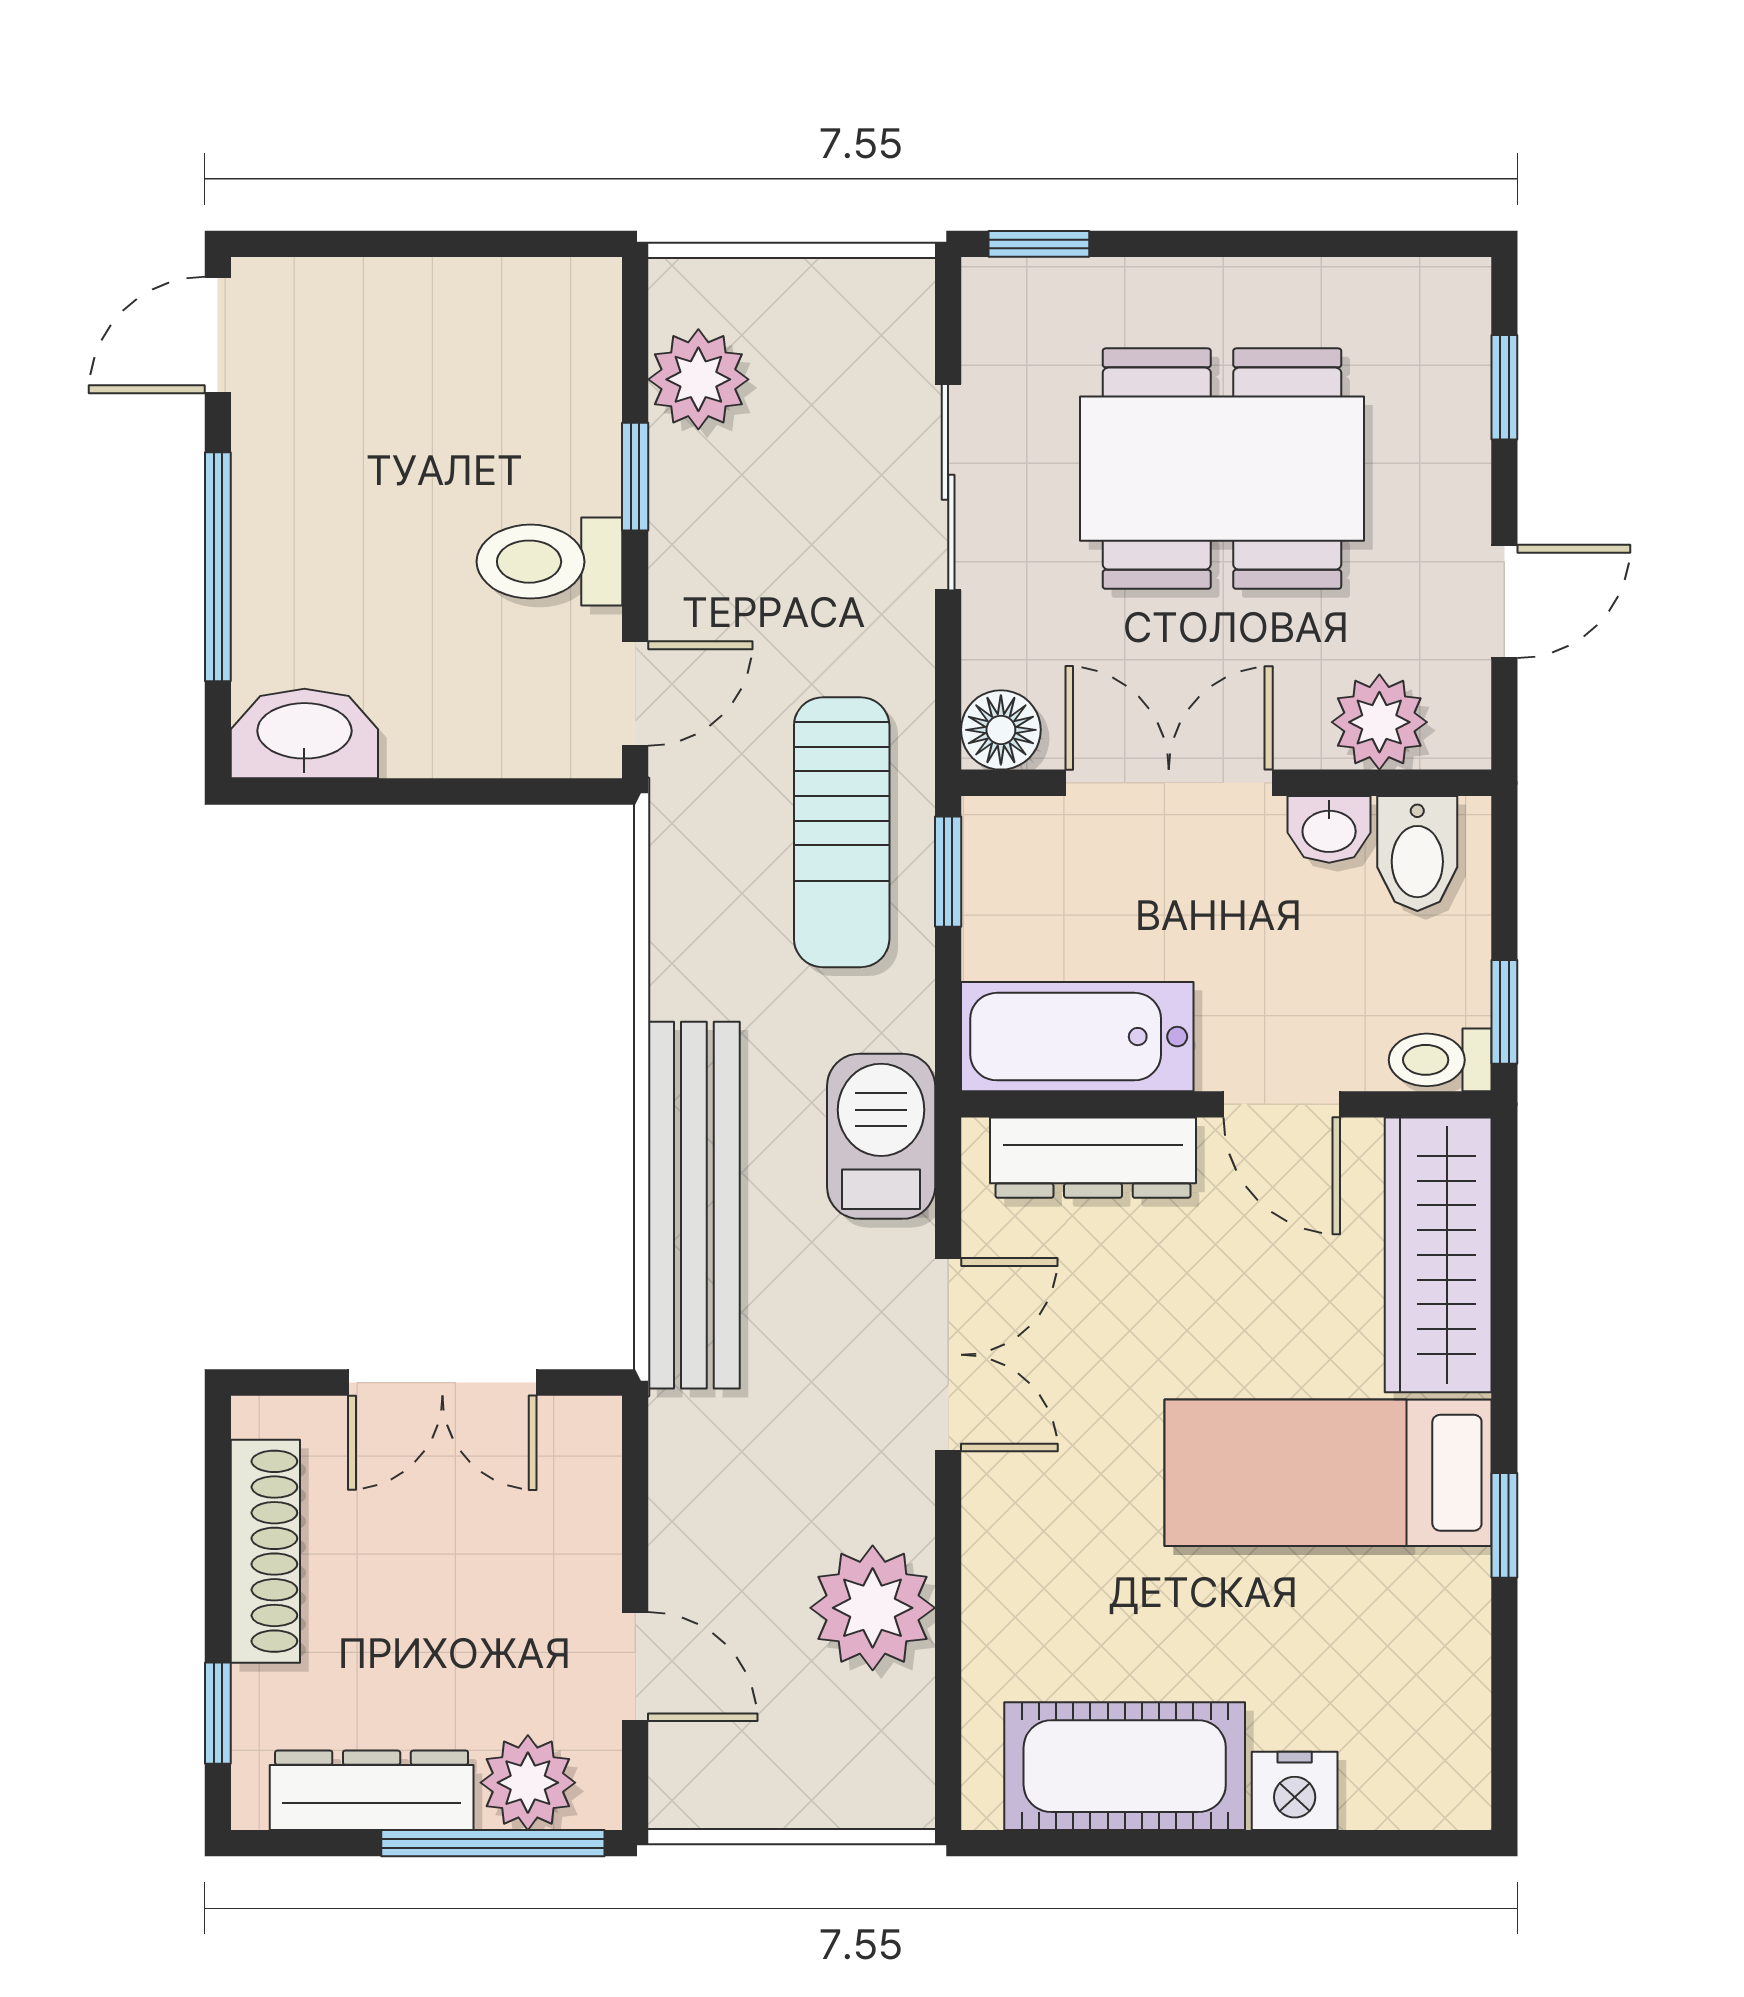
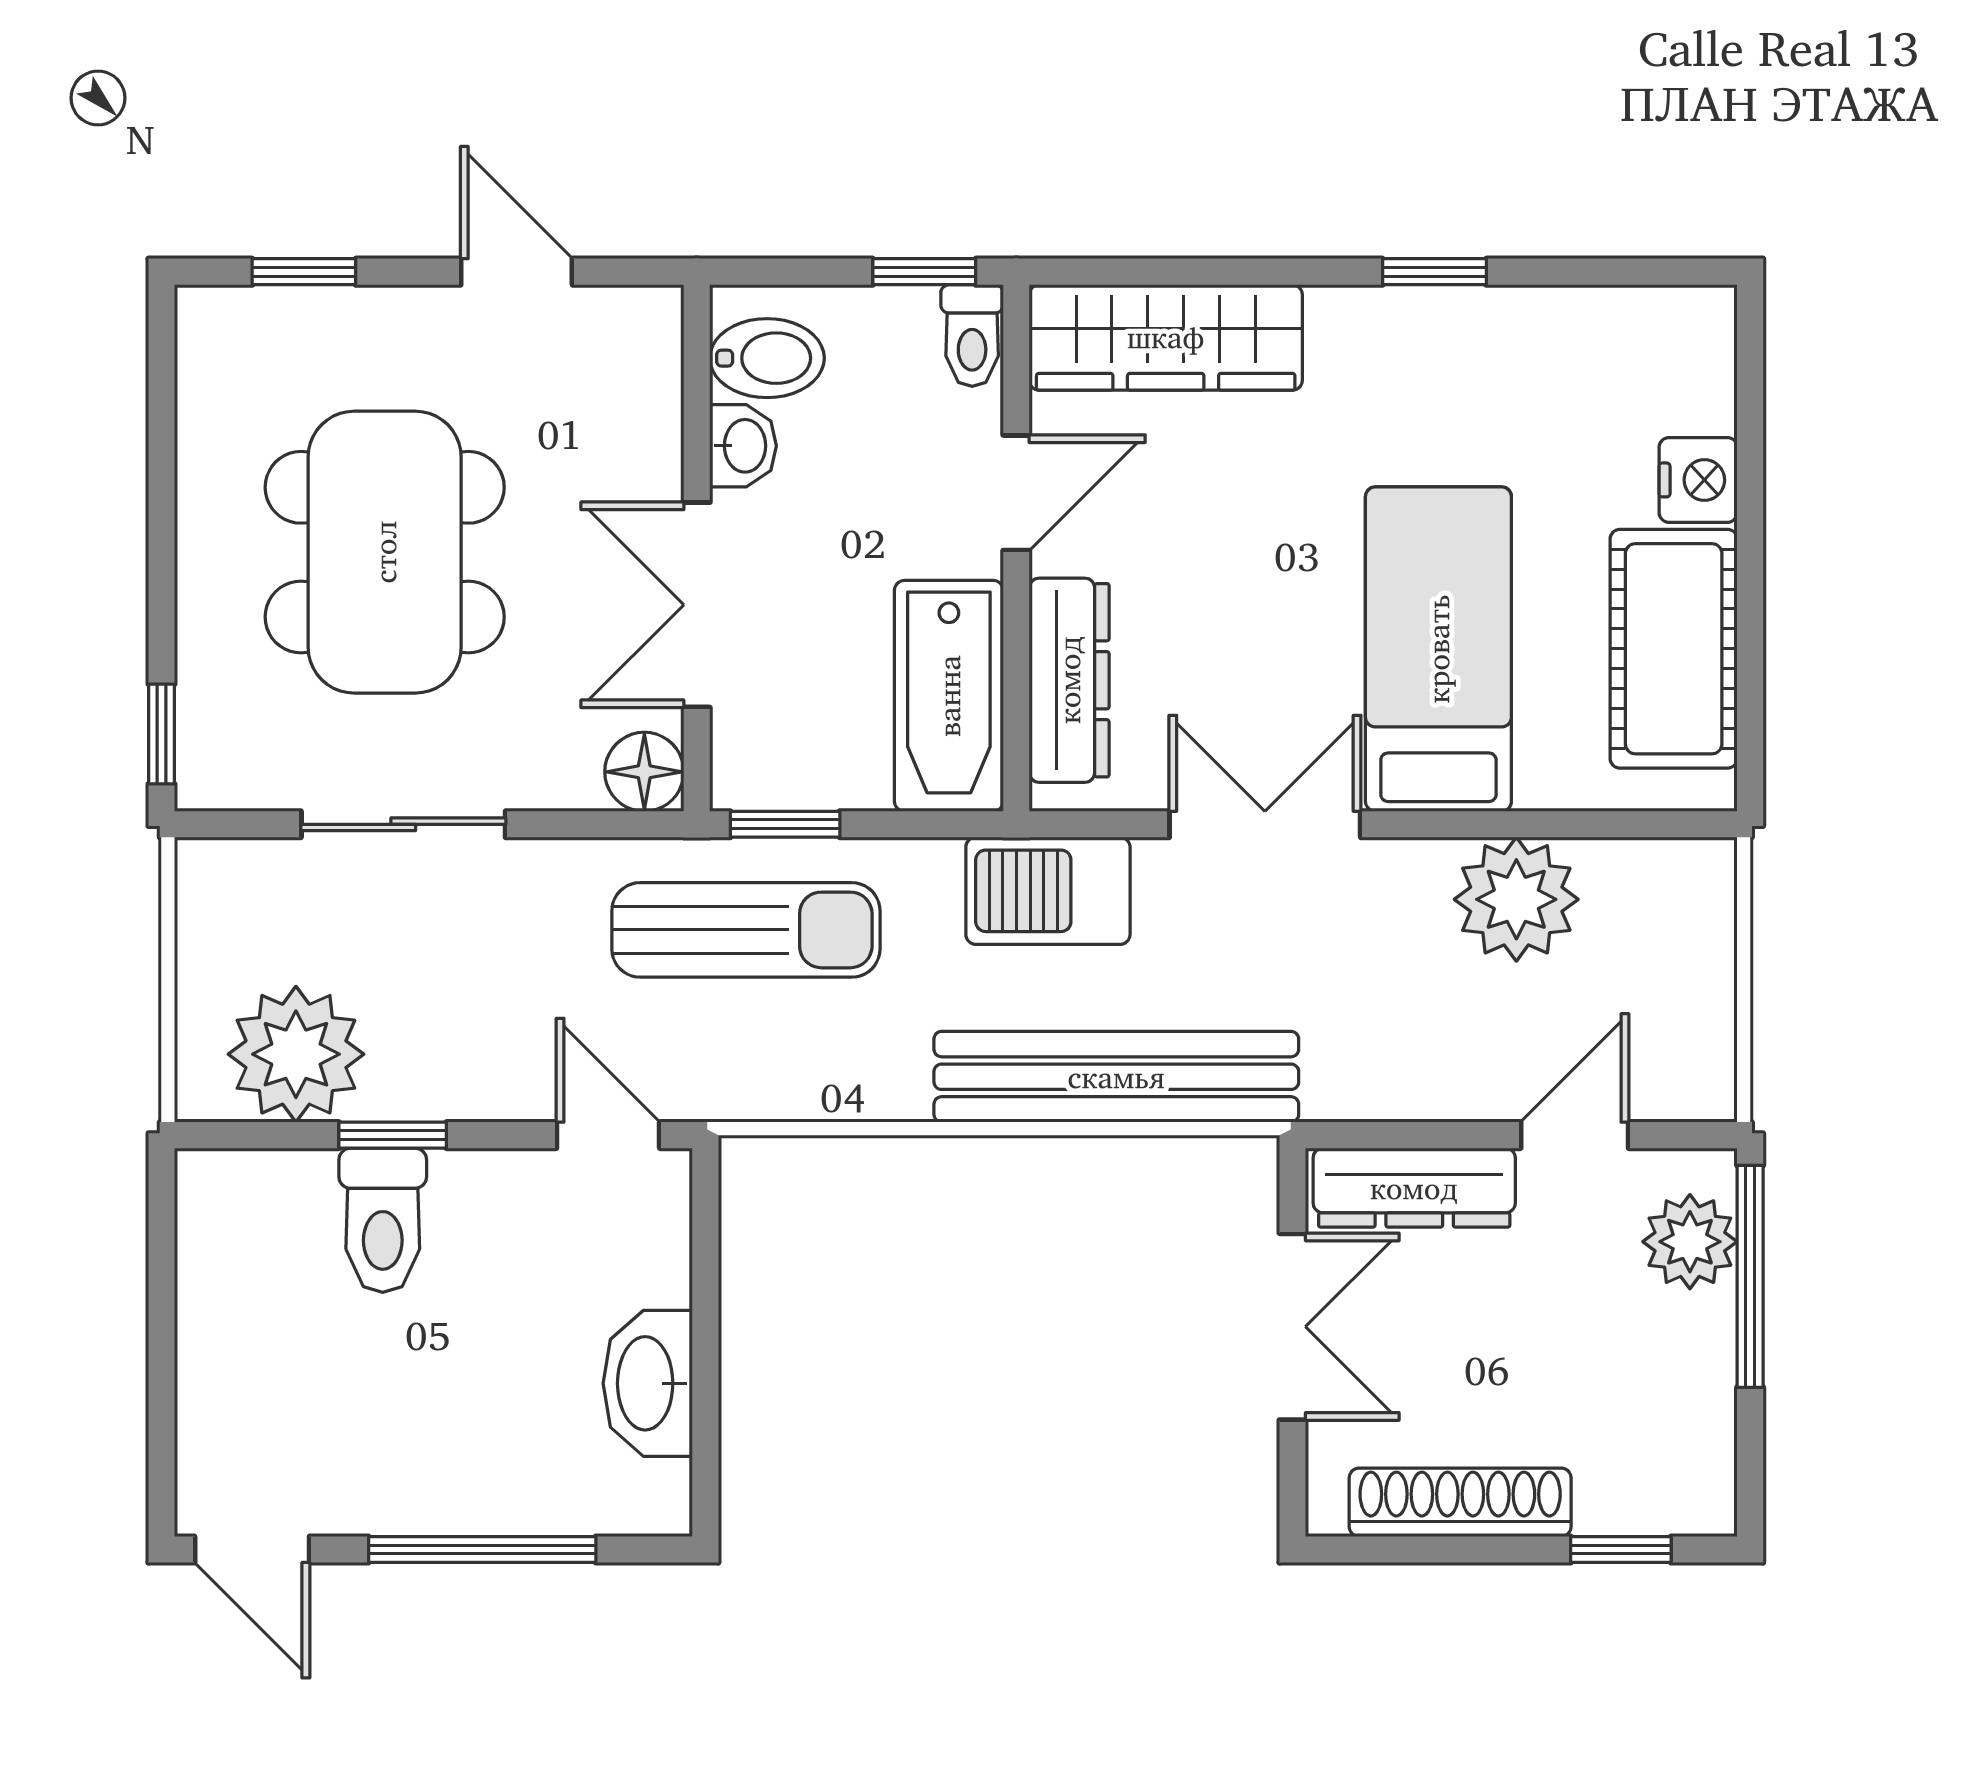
plant: (698, 379) -> (296, 1054), width x1.36, depth x1.36
toilet: (549, 562) -> (383, 1220), moved
plant: (1379, 722) -> (636, 396), removed
washbasin: (304, 734) -> (648, 1383), moved
bed: (1328, 1473) -> (1438, 649), moved, turned 180
dresser: (372, 1790) -> (1414, 1188), moved, turned -90

